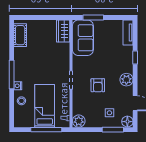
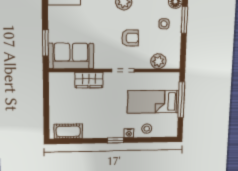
wardrobe: (63, 31) -> (89, 80), moved
window: (12, 75) -> (115, 140), width x0.46
plant: (79, 121) -> (158, 61), moved

